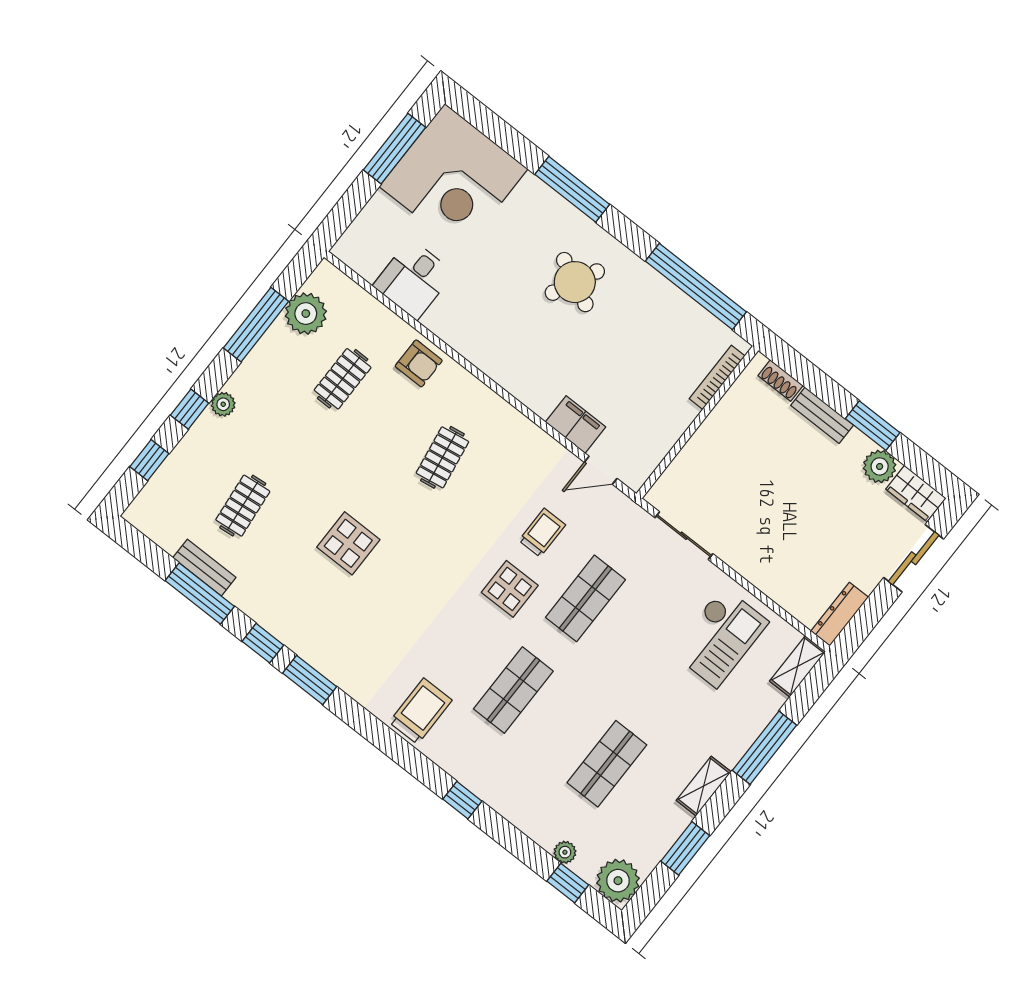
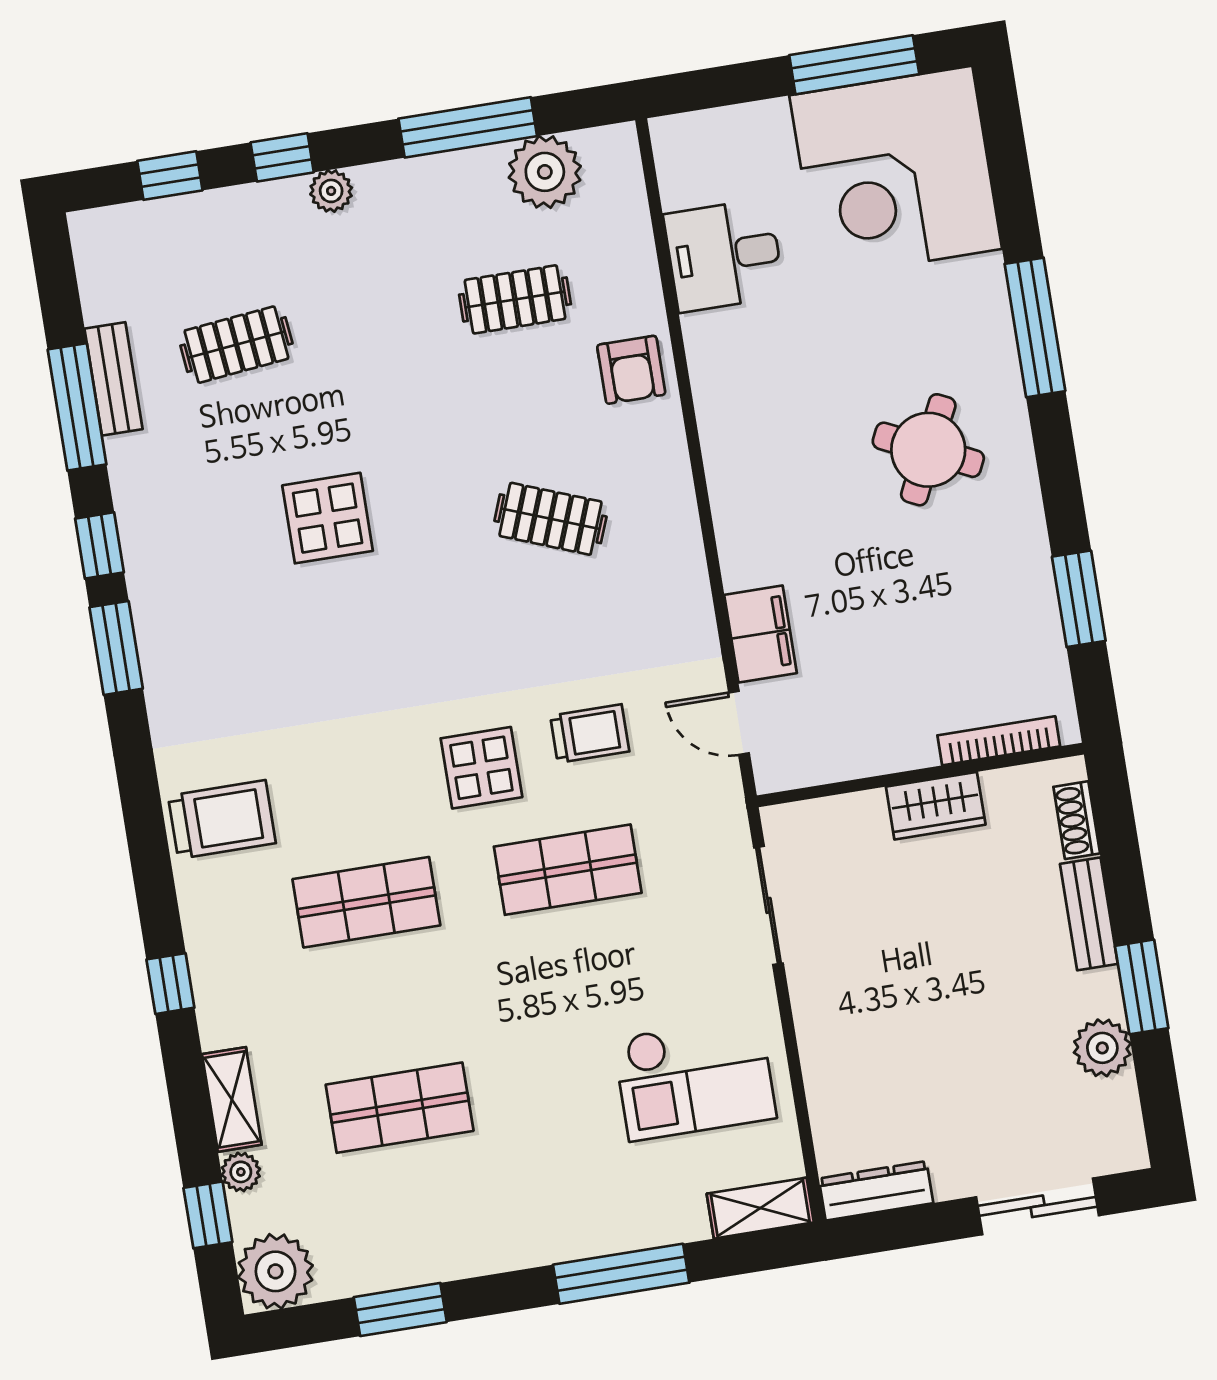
window: (696, 286) -> (1079, 599), width x0.47
clothes rail: (442, 457) -> (550, 519), turned 30
wardrobe: (916, 493) -> (936, 806), moved, turned -90
shelving: (704, 786) -> (232, 1099), moved, turned 90

